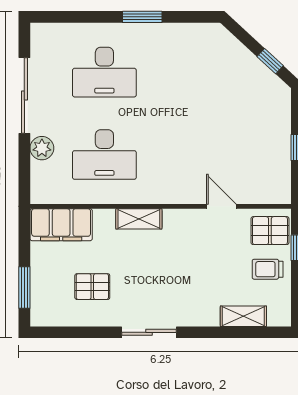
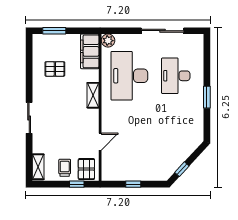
plant: (42, 148) -> (108, 41), moved
desk: (104, 155) -> (129, 76), width x1.36, depth x1.30
pallet: (92, 287) -> (55, 69), turned 90
shelving: (243, 316) -> (38, 167), moved
sliding door: (149, 332) -> (29, 118), moved

